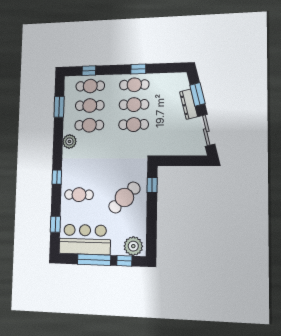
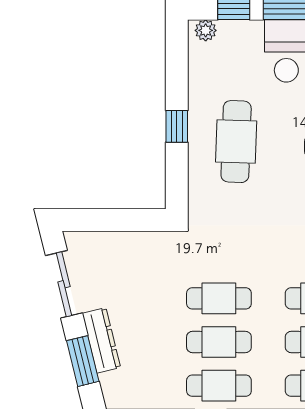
window: (152, 185) -> (177, 126), moved
cafe table: (124, 197) -> (236, 142), turned -43
plant: (133, 246) -> (206, 30), width x0.53, depth x0.53

